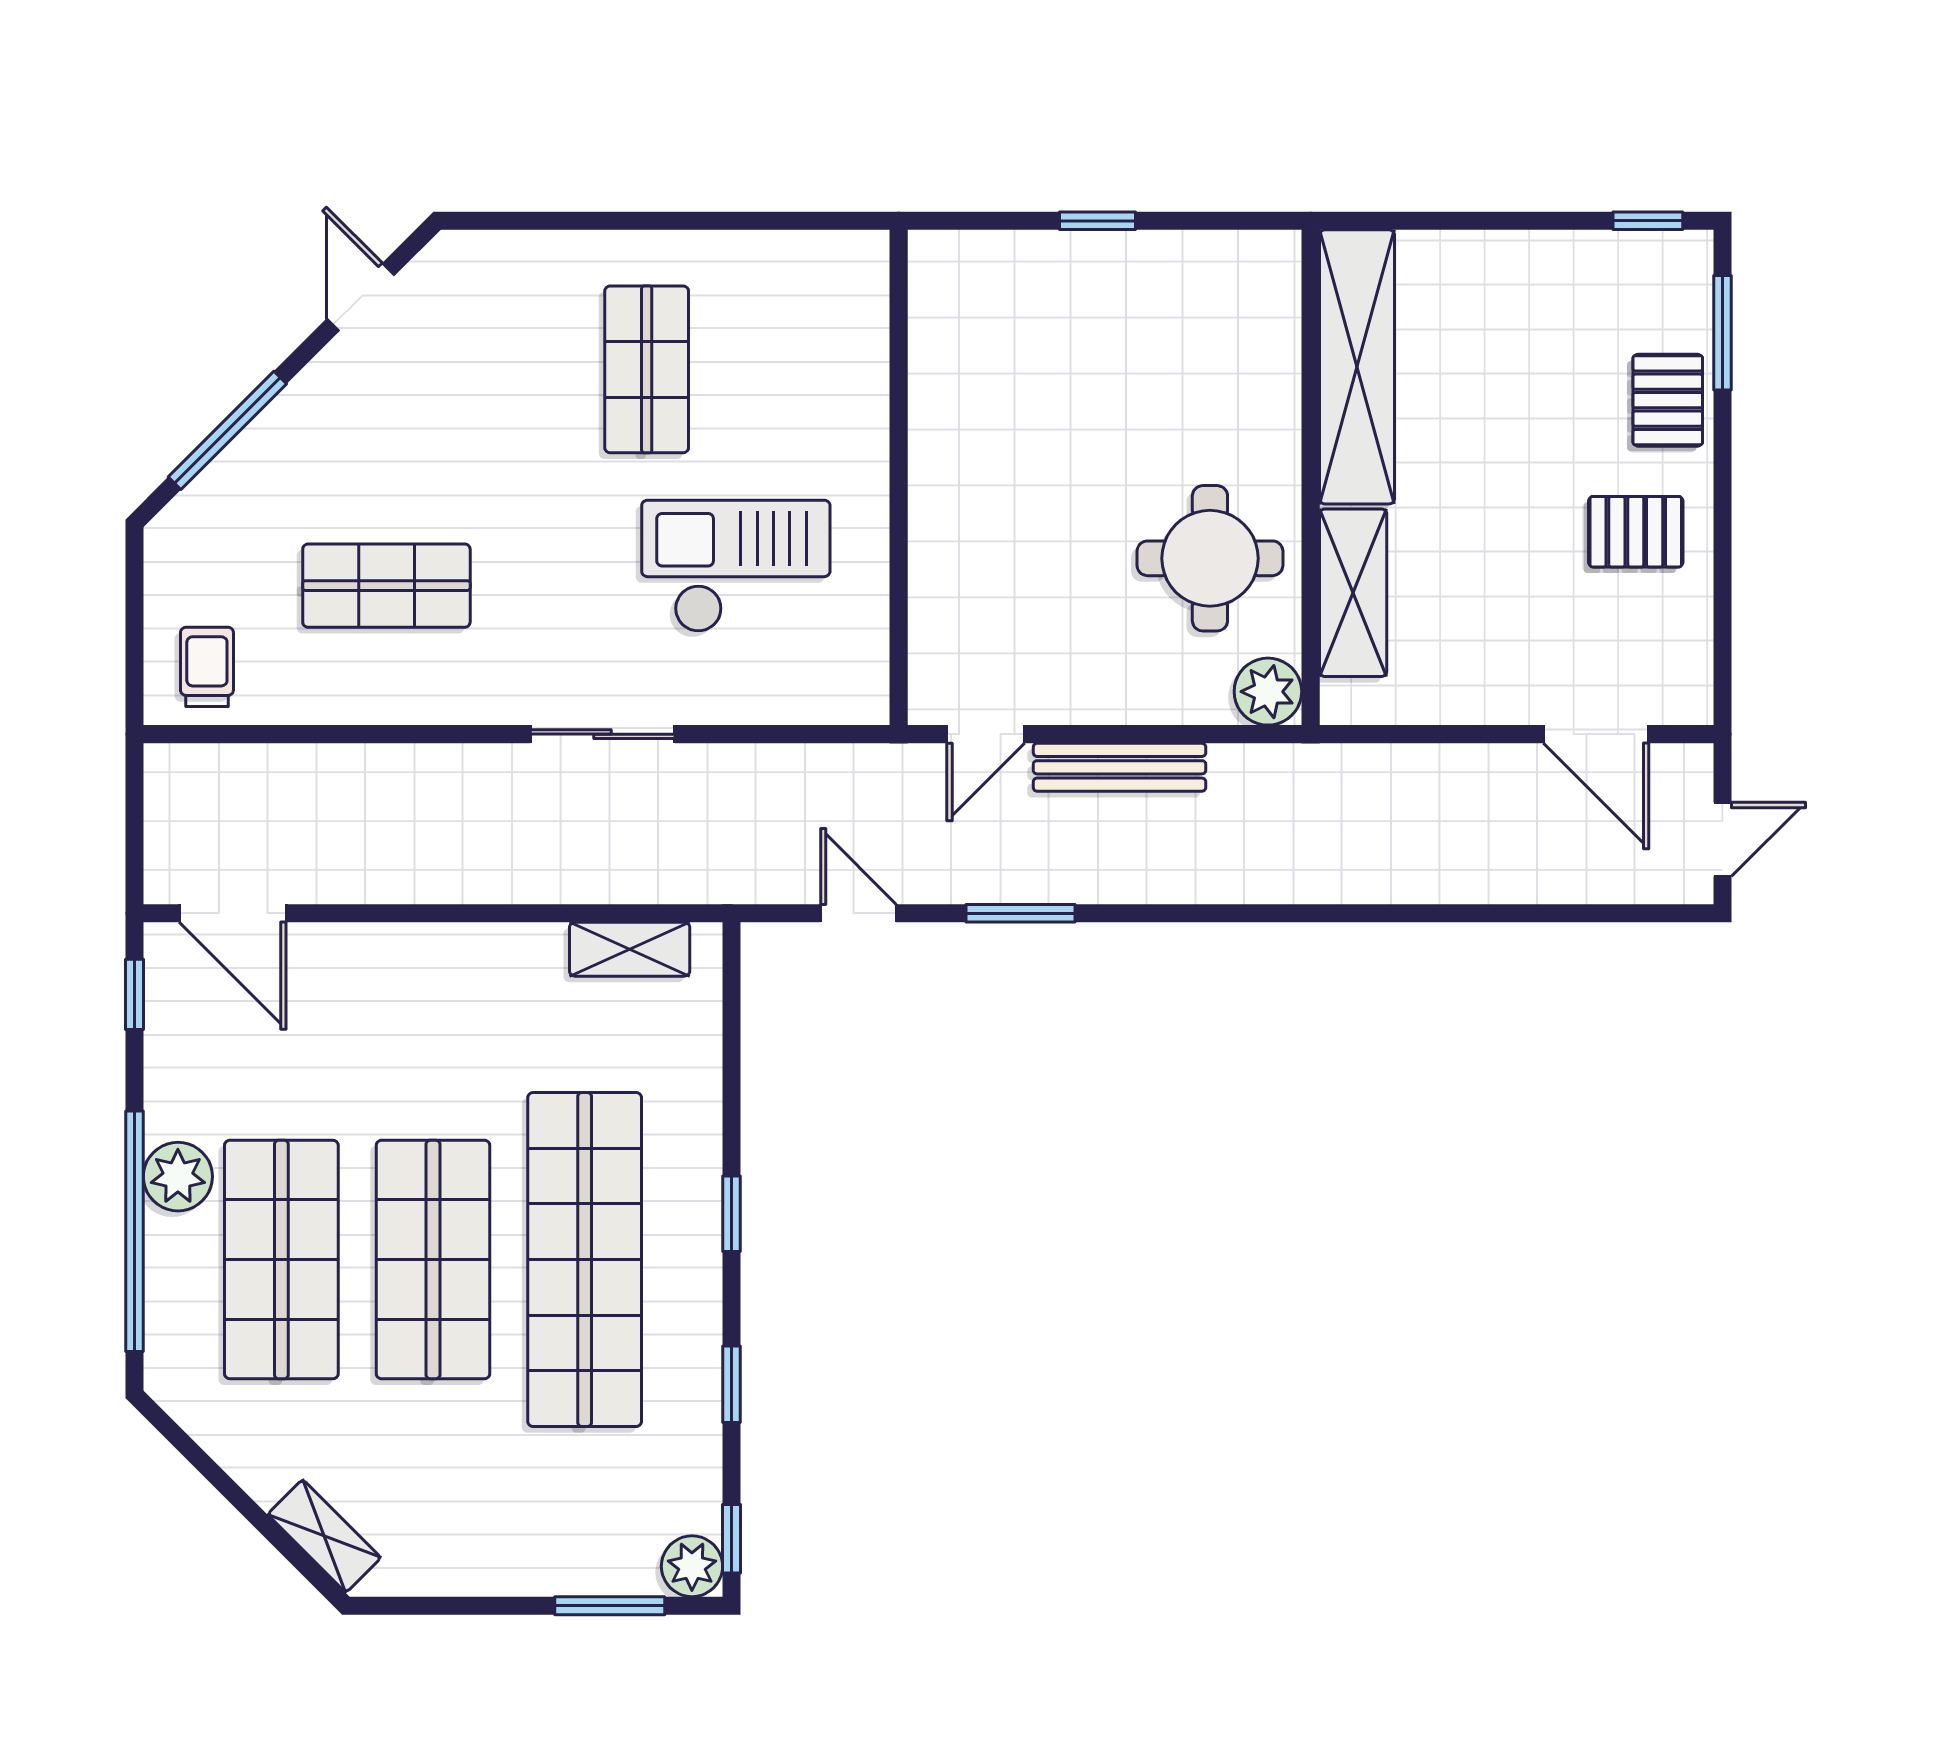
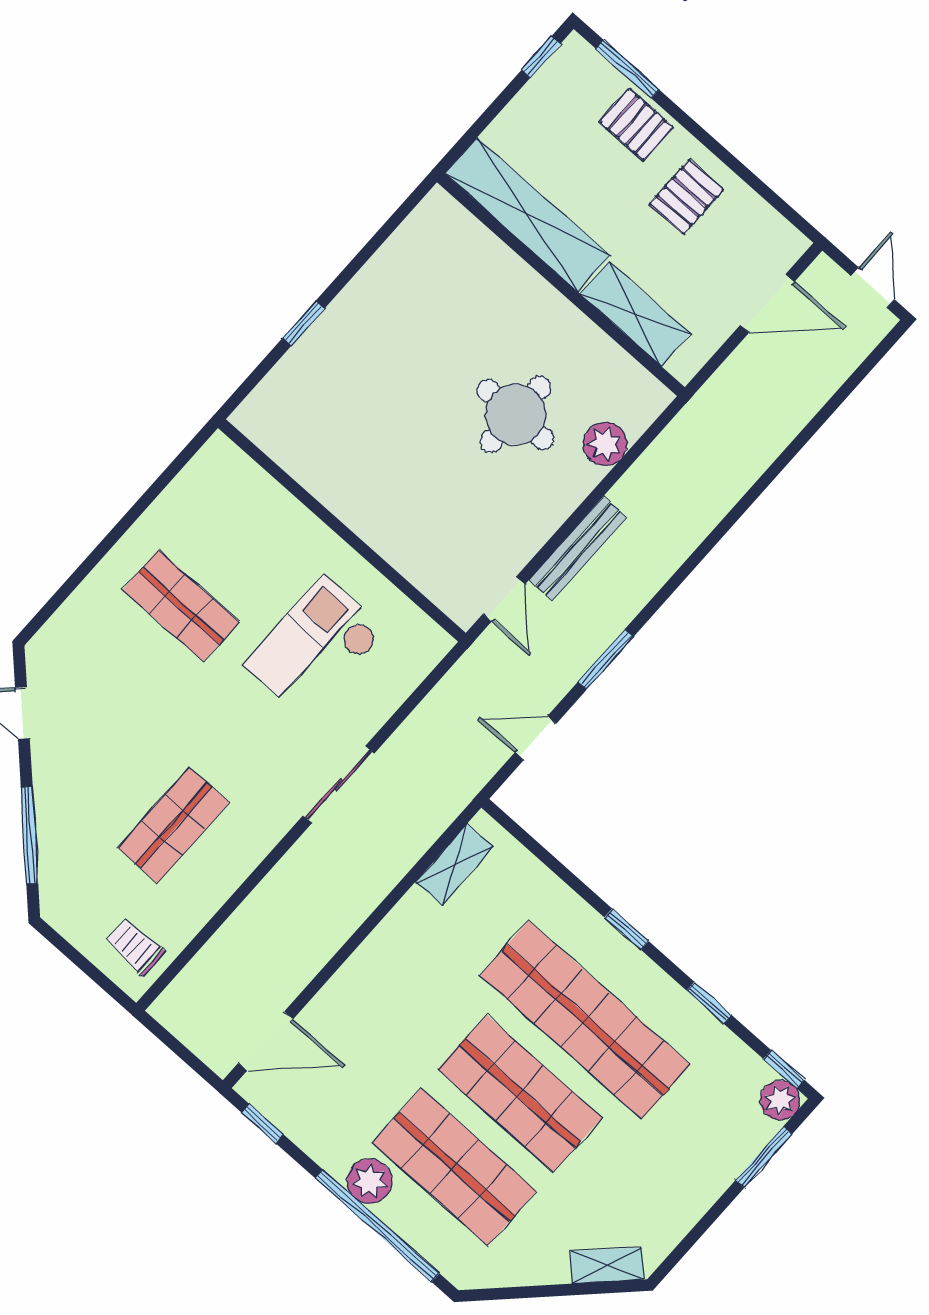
shelving: (1357, 367) -> (527, 215), moved
wall: (1311, 477) -> (561, 285), moved
shelving: (1353, 593) -> (635, 314), moved

